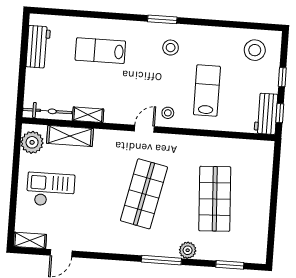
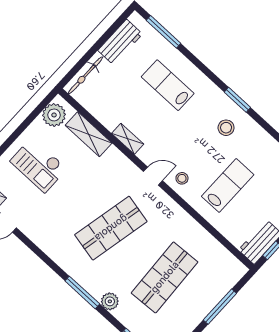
window: (65, 13) -> (164, 32), added
bicycle: (47, 111) -> (85, 75), moved, turned 90
shelving: (88, 115) -> (128, 139), moved
window: (275, 187) -> (220, 307), added
checkout: (51, 190) -> (38, 165), turned 180

